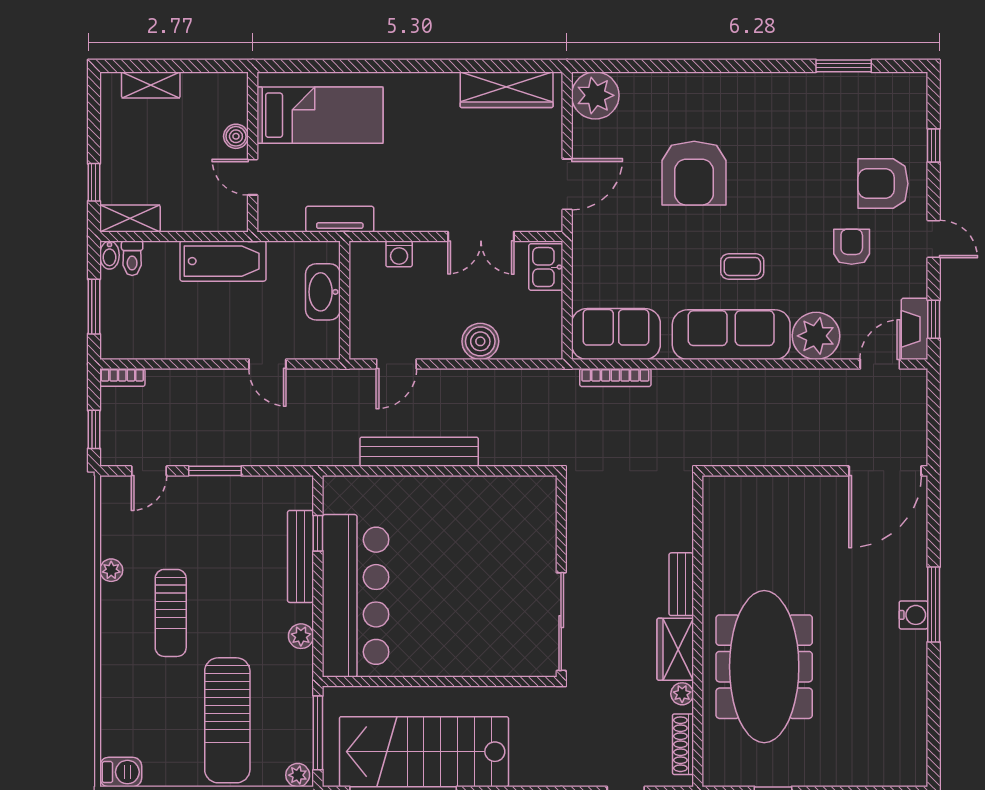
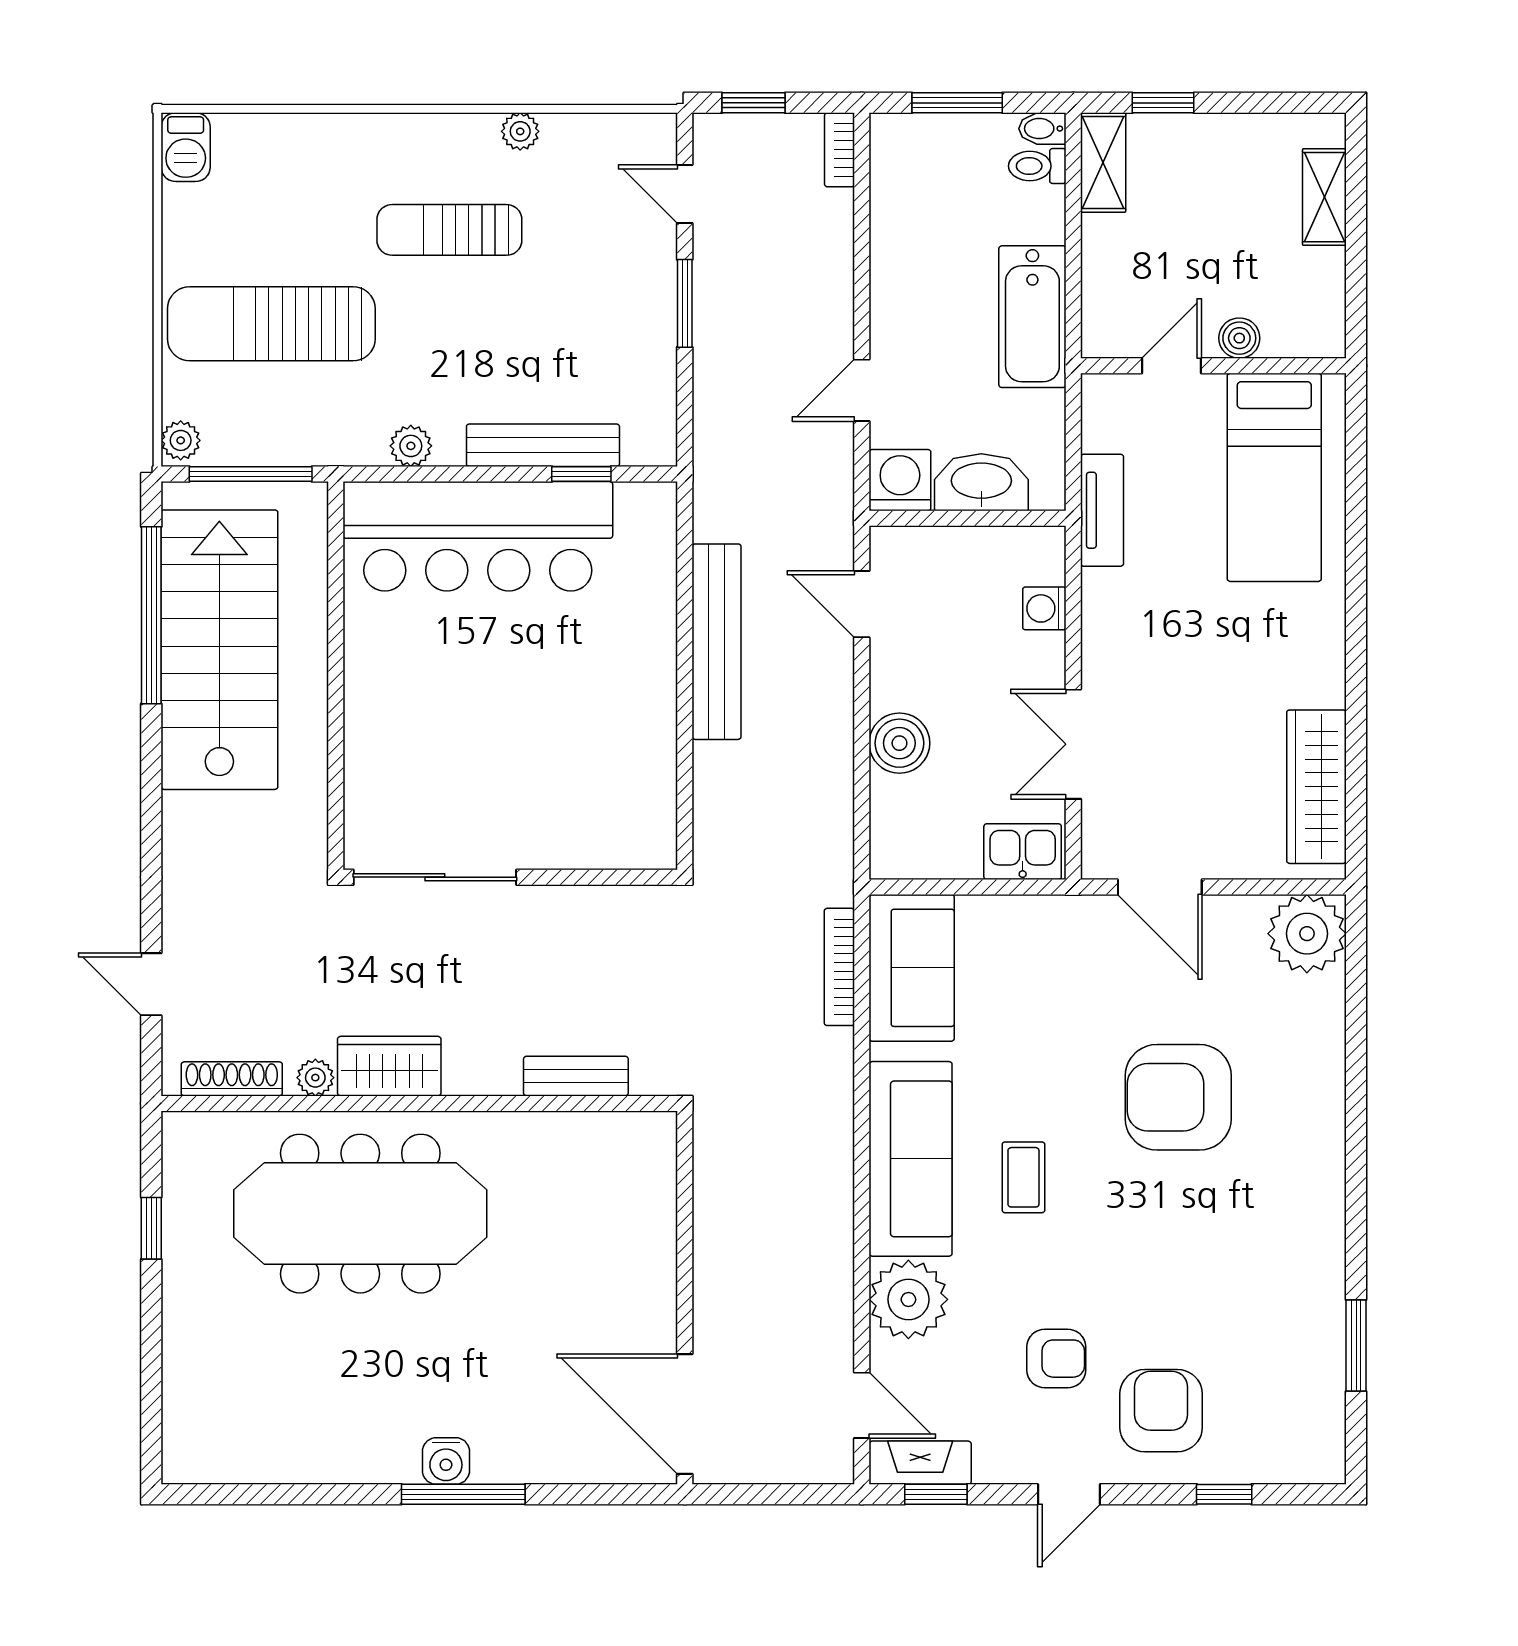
washing machine: (322, 341) -> (900, 480), added
bench: (681, 584) -> (576, 1076), moved

